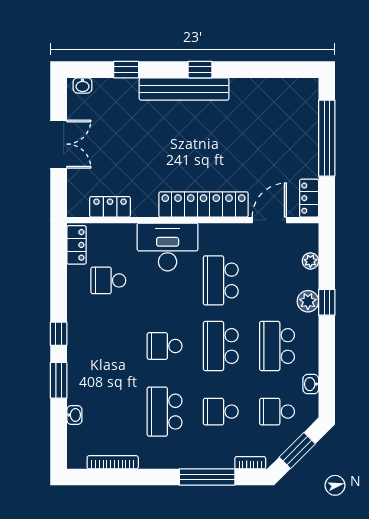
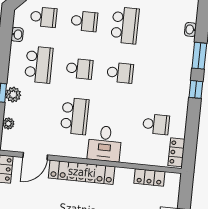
desk: (168, 247) -> (105, 144), width x0.73
school desk: (221, 346) -> (79, 69), width x0.54

